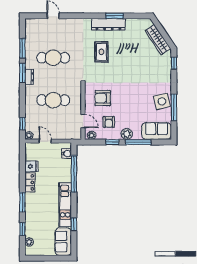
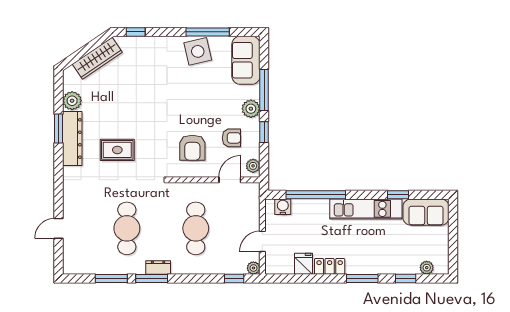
plant: (132, 24) -> (72, 101), added

